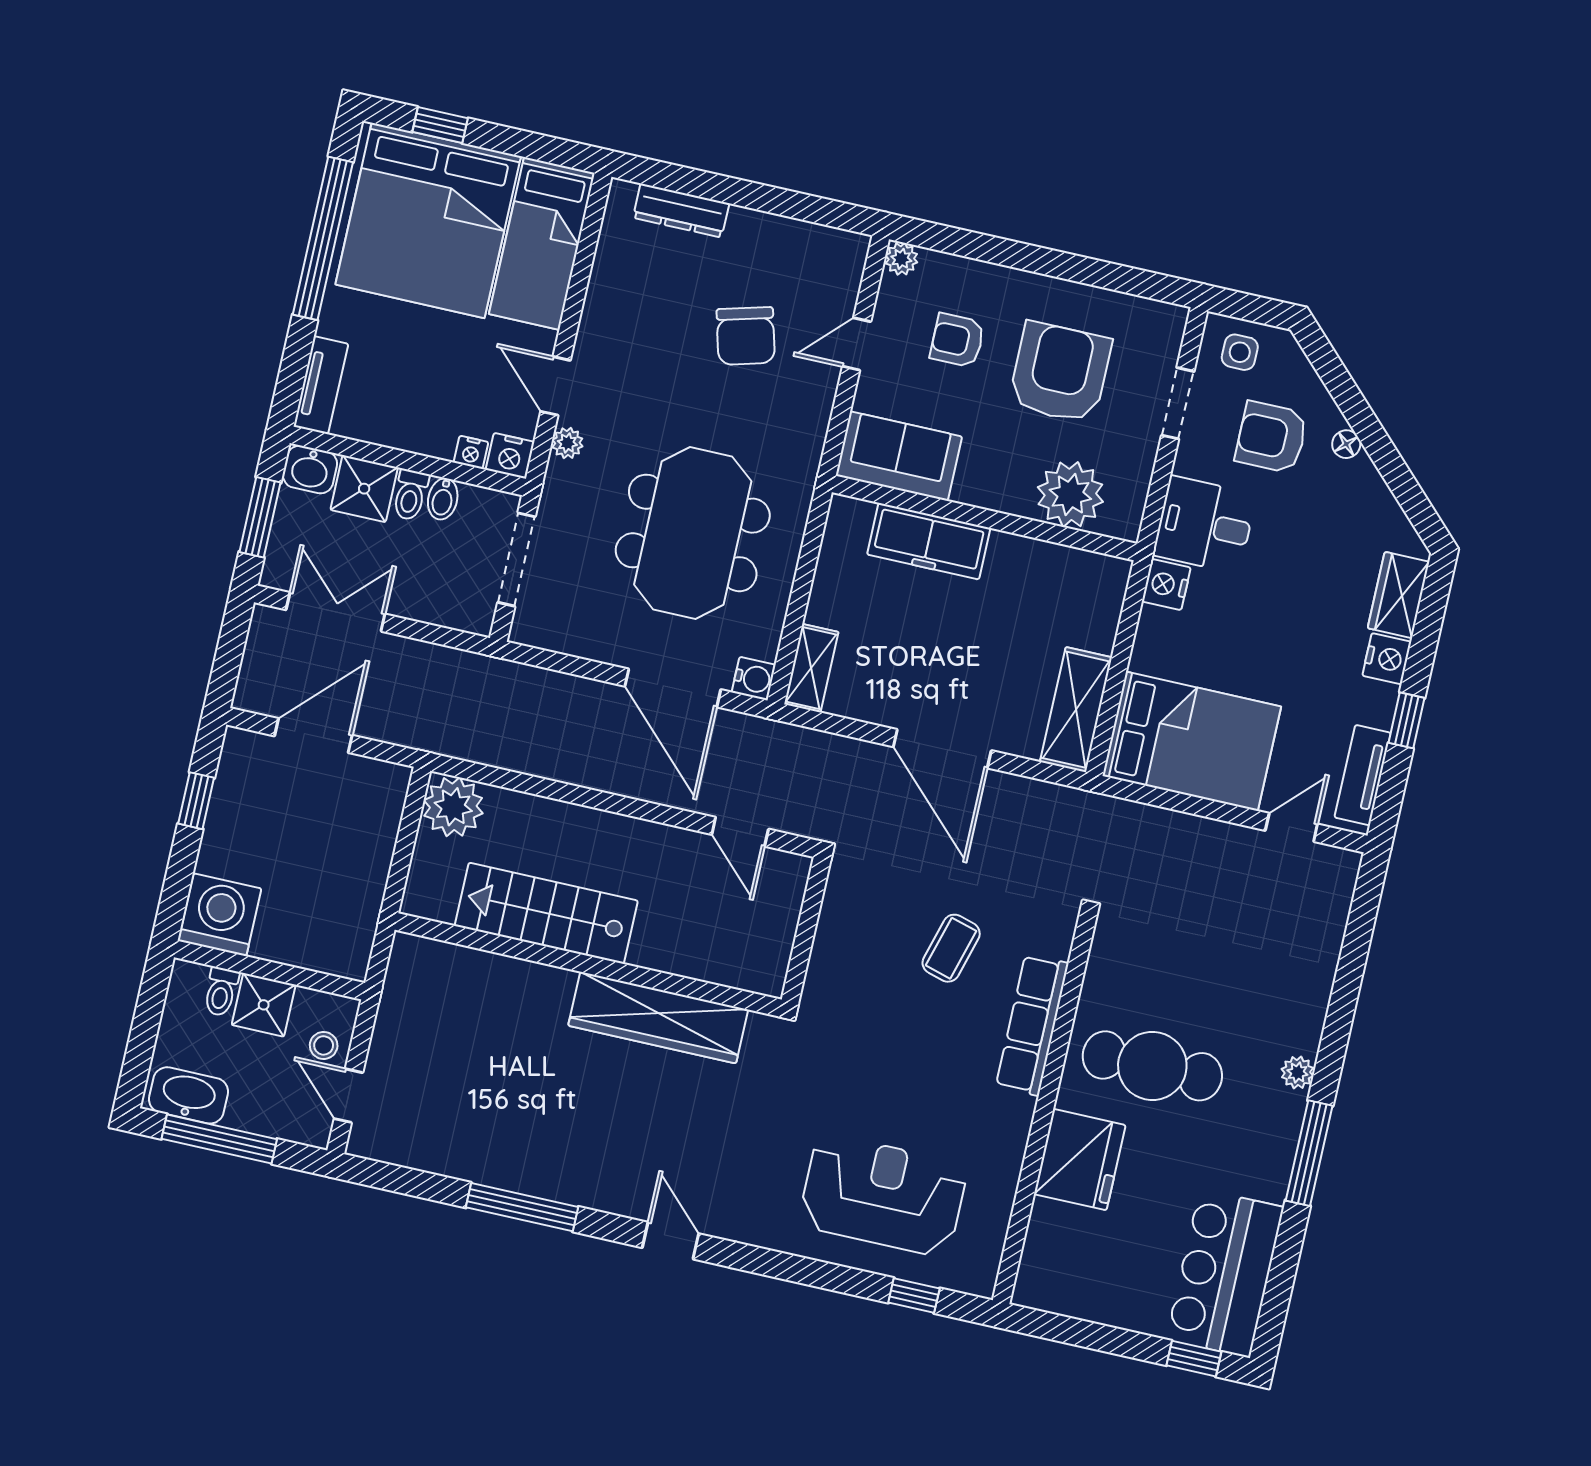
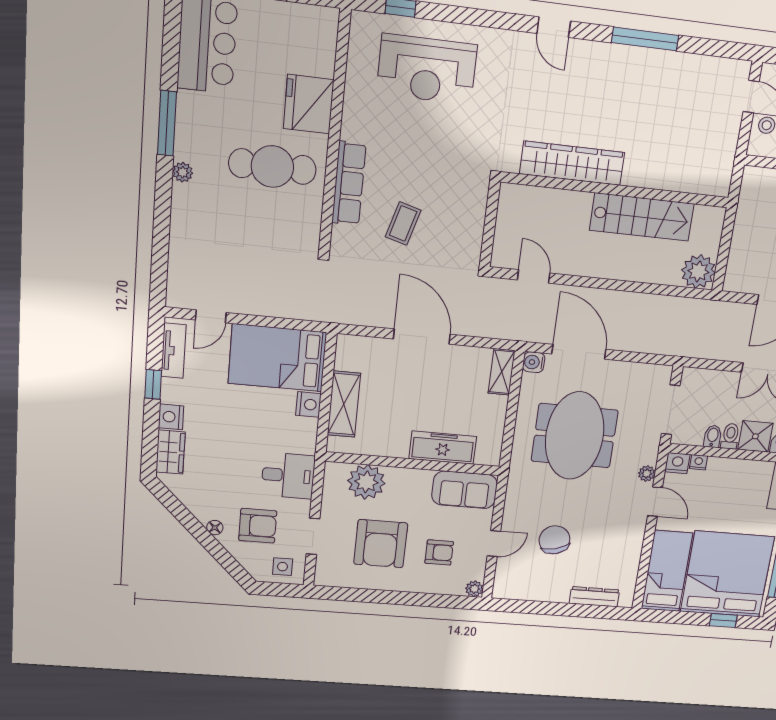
nightstand: (1166, 584) -> (308, 404), moved
shelving: (1076, 710) -> (344, 404), moved

